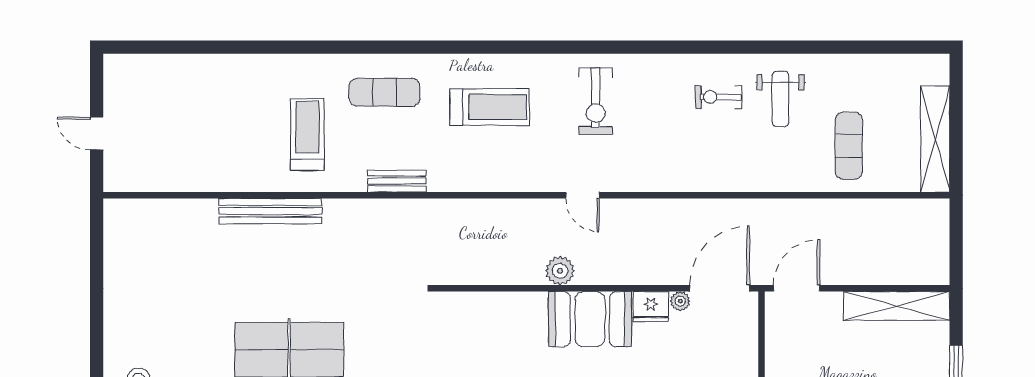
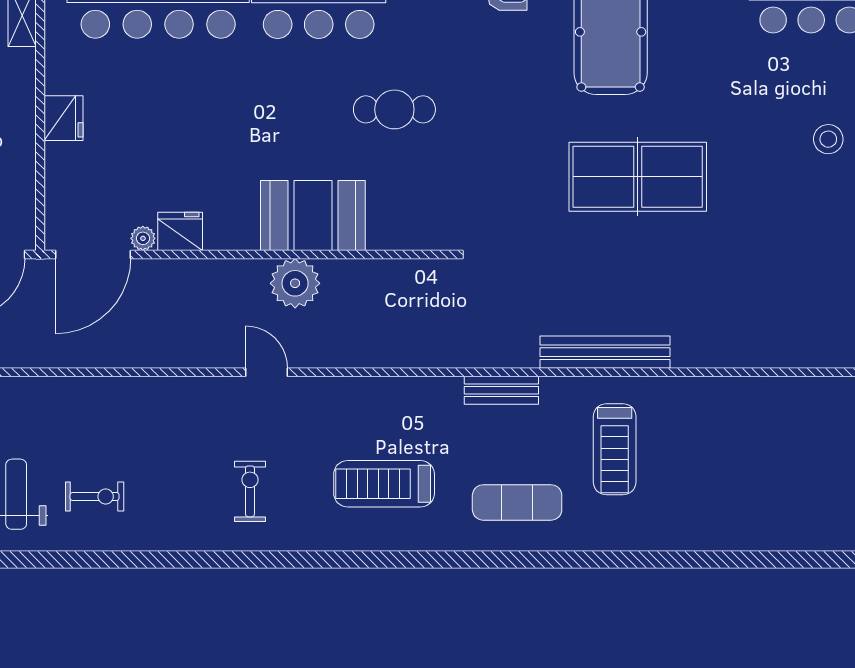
exercise bike: (596, 101) -> (250, 491), width x0.73, depth x0.72
bench: (270, 211) -> (605, 352), moved
plant: (560, 271) -> (295, 283), width x1.36, depth x1.36
booth: (590, 319) -> (313, 216), moved

